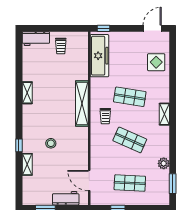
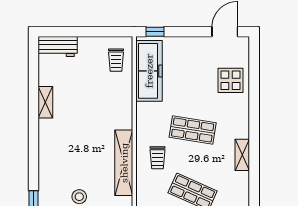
trolley: (61, 46) -> (116, 60), moved
shelving: (27, 93) -> (45, 102), moved
shelving: (82, 103) -> (124, 163), moved

